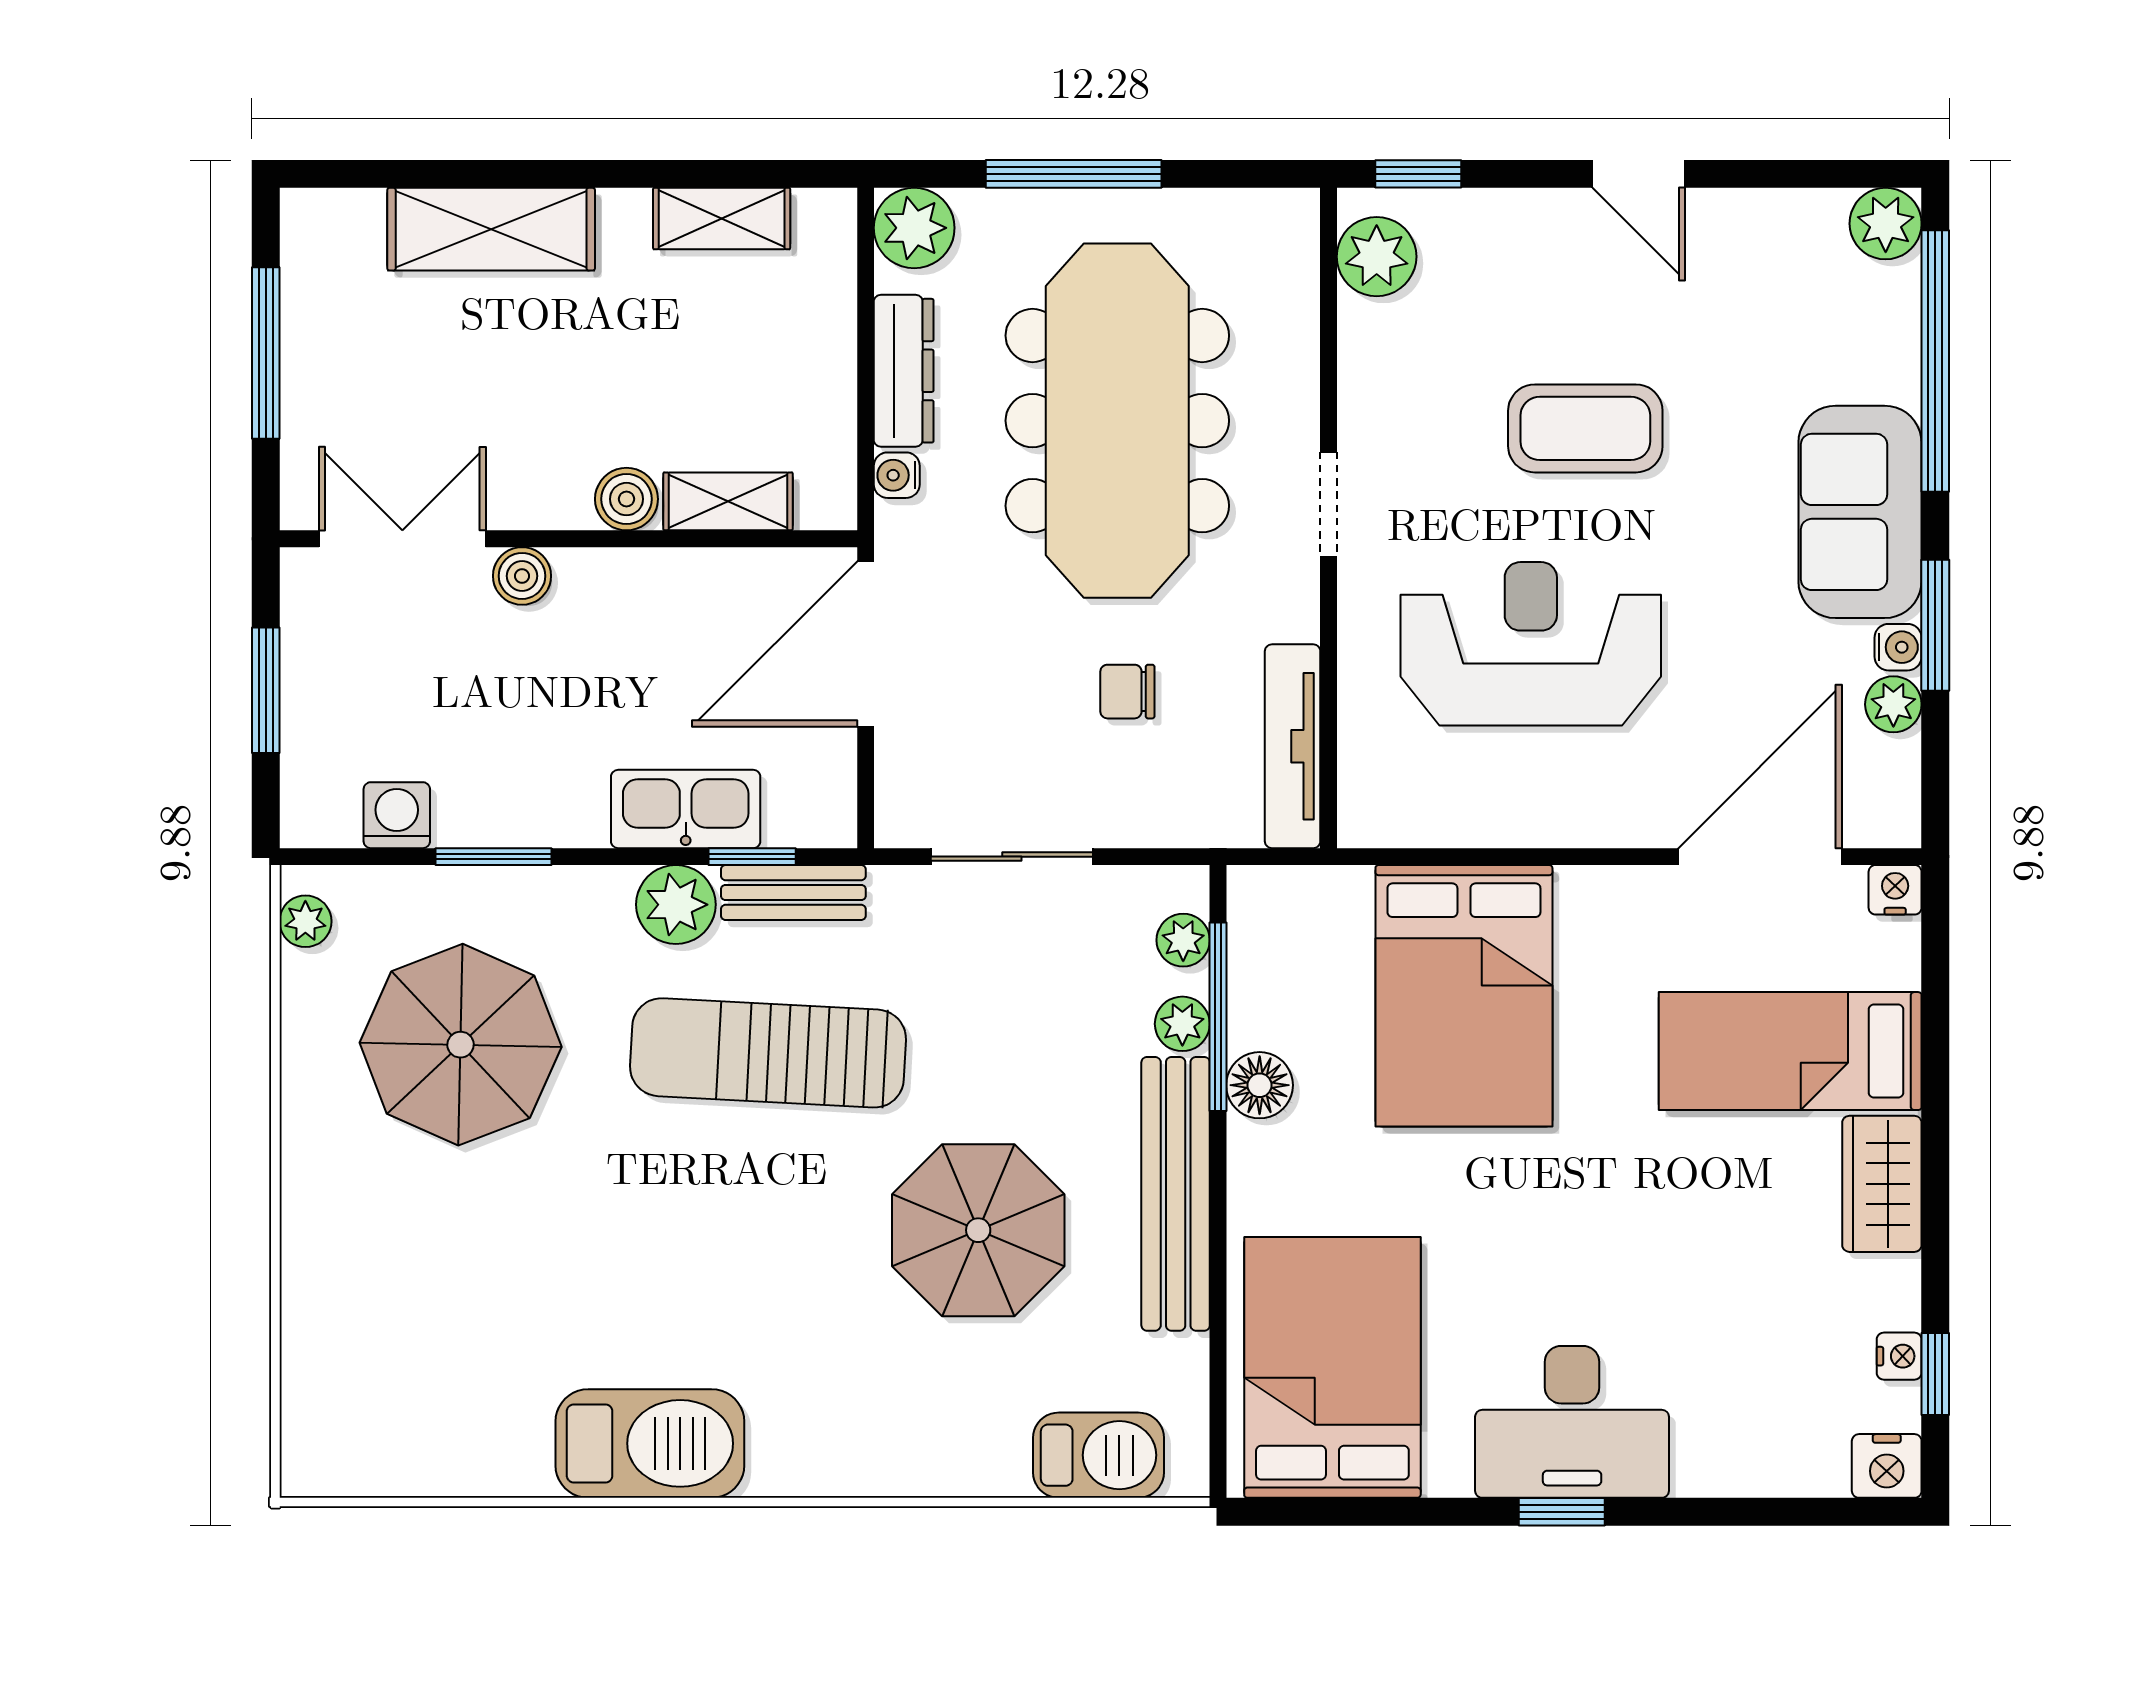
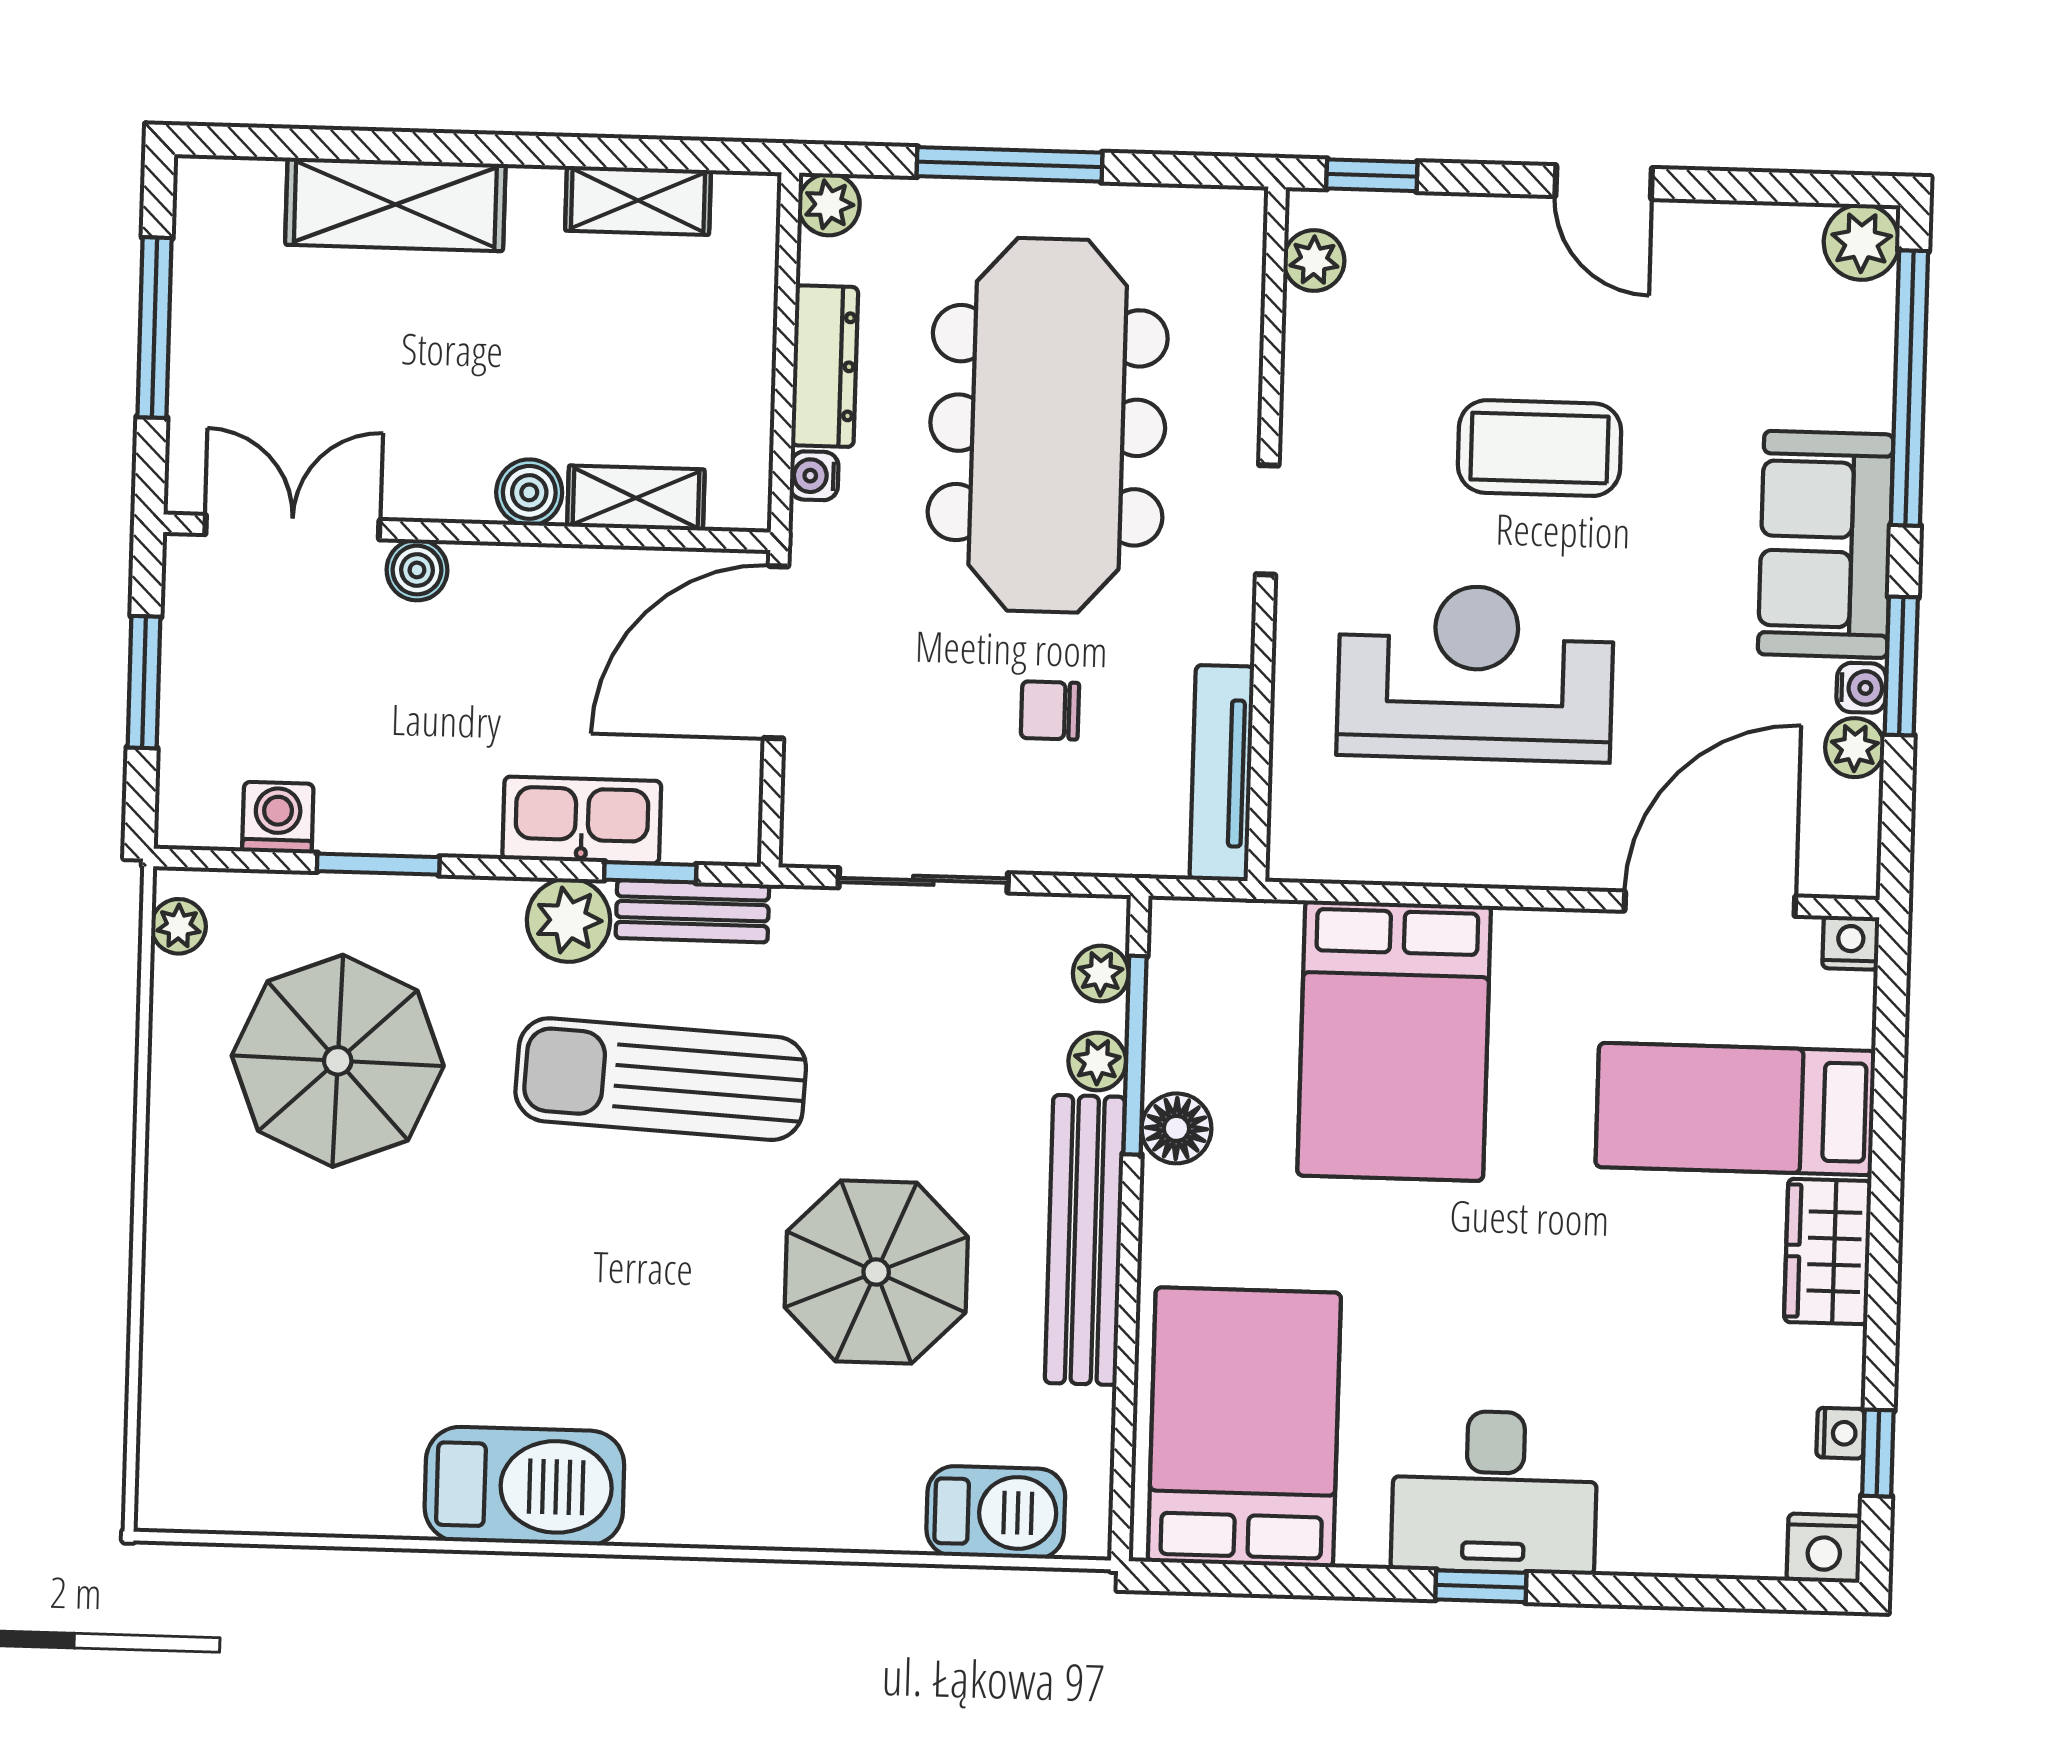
plant: (914, 228) -> (829, 204), width x0.73, depth x0.73
plant: (1377, 257) -> (1314, 261), width x0.73, depth x0.73

